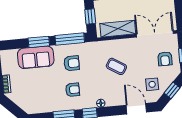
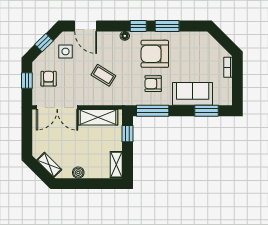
window: (39, 42) -> (206, 111), moved
armchair: (73, 90) -> (155, 54), width x1.88, depth x1.88

